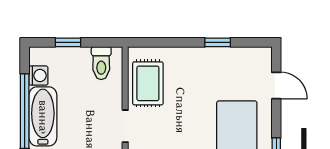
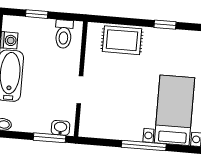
rug: (148, 83) -> (122, 40), moved, turned 90

